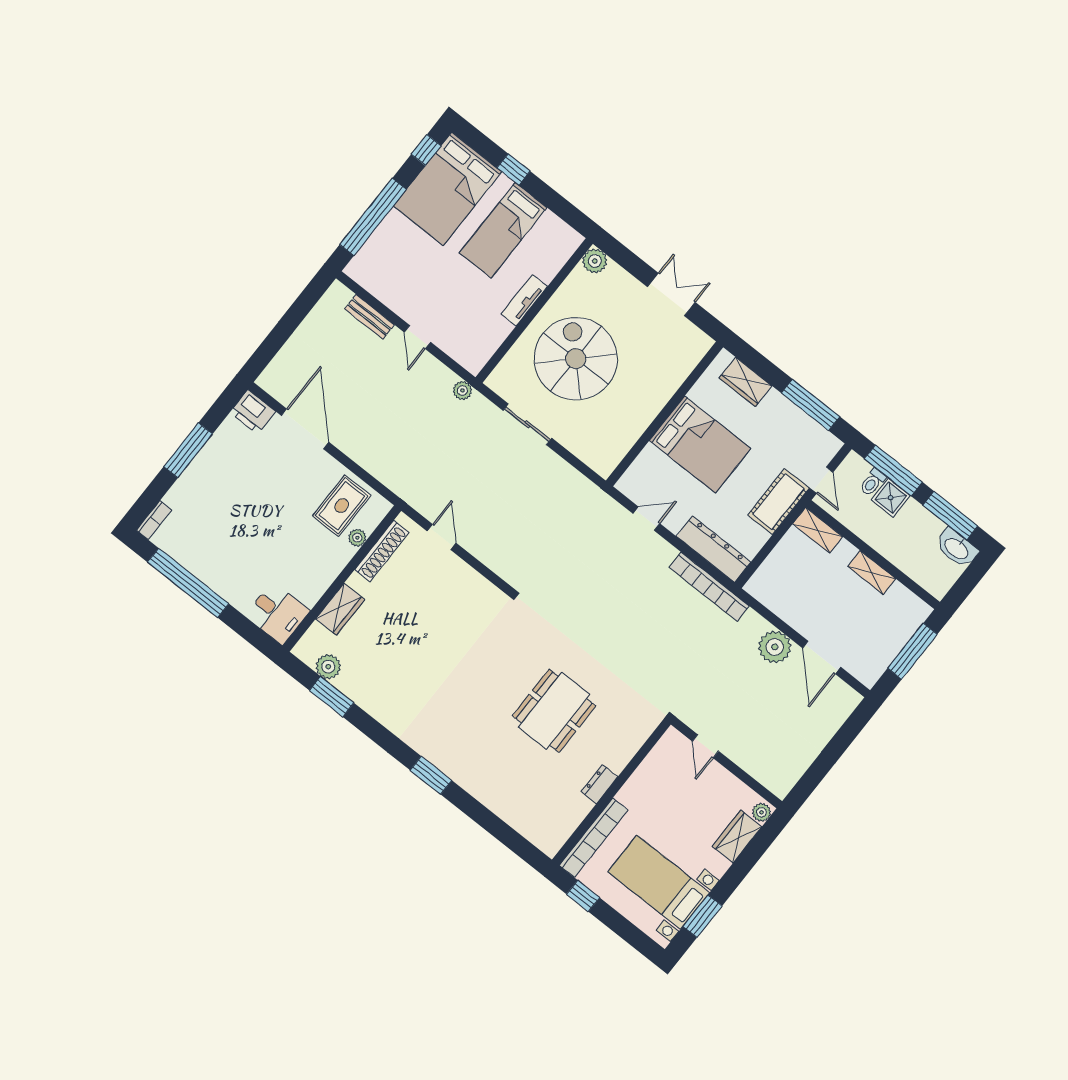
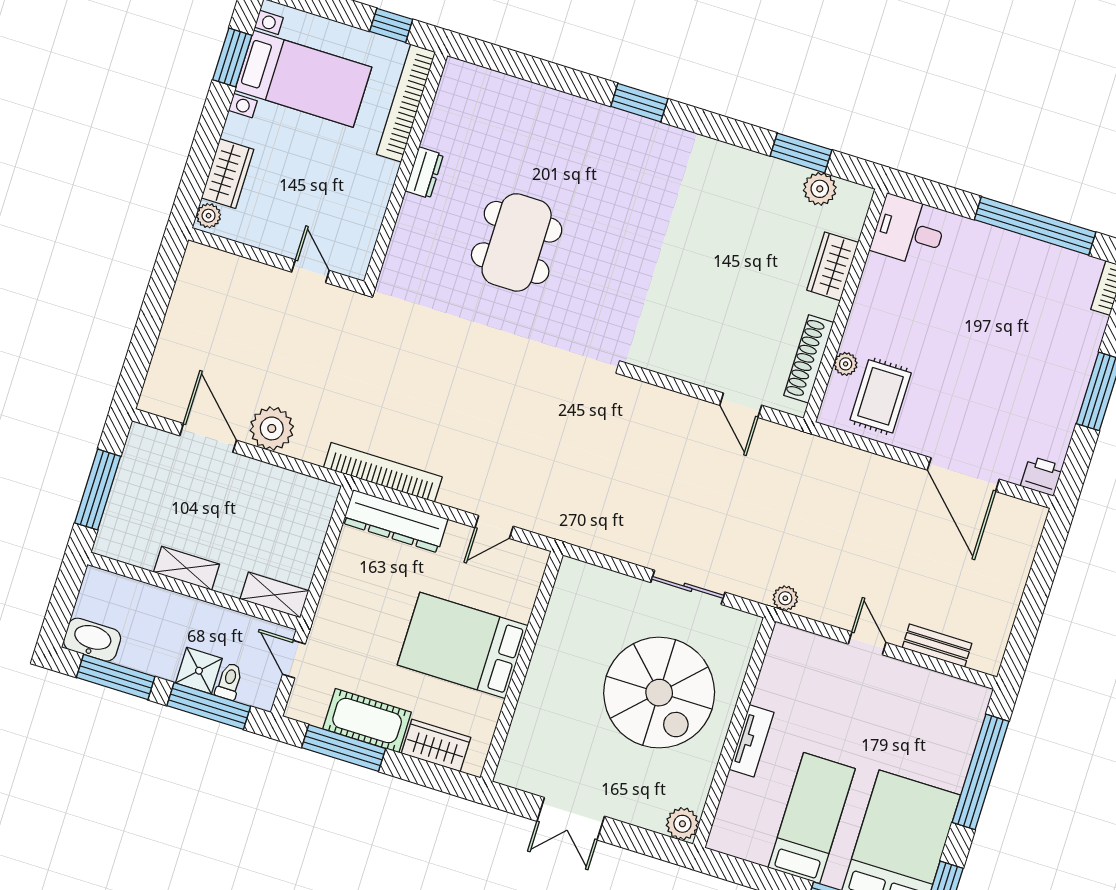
printer: (253, 412) -> (1042, 476), width x0.73, depth x0.81
cot: (778, 502) -> (367, 721), moved, turned 90

